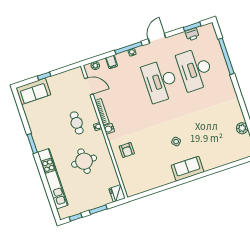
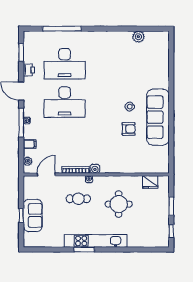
printer: (192, 34) -> (29, 70), moved
sofa: (33, 91) -> (33, 215), moved
armchair: (127, 150) -> (129, 129), moved
sofa: (188, 169) -> (158, 117), width x1.85, depth x1.27
kitchen unit: (53, 179) -> (96, 241), moved
fridge: (117, 193) -> (150, 182), moved

